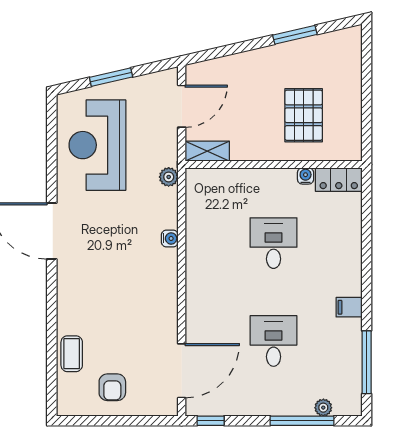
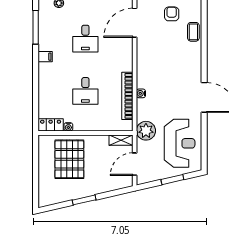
window: (295, 35) -> (84, 200), moved
pallet: (304, 115) -> (69, 159), width x1.37, depth x1.41
plant: (169, 177) -> (146, 131), width x1.87, depth x1.87
bookcase: (195, 234) -> (127, 96), added

